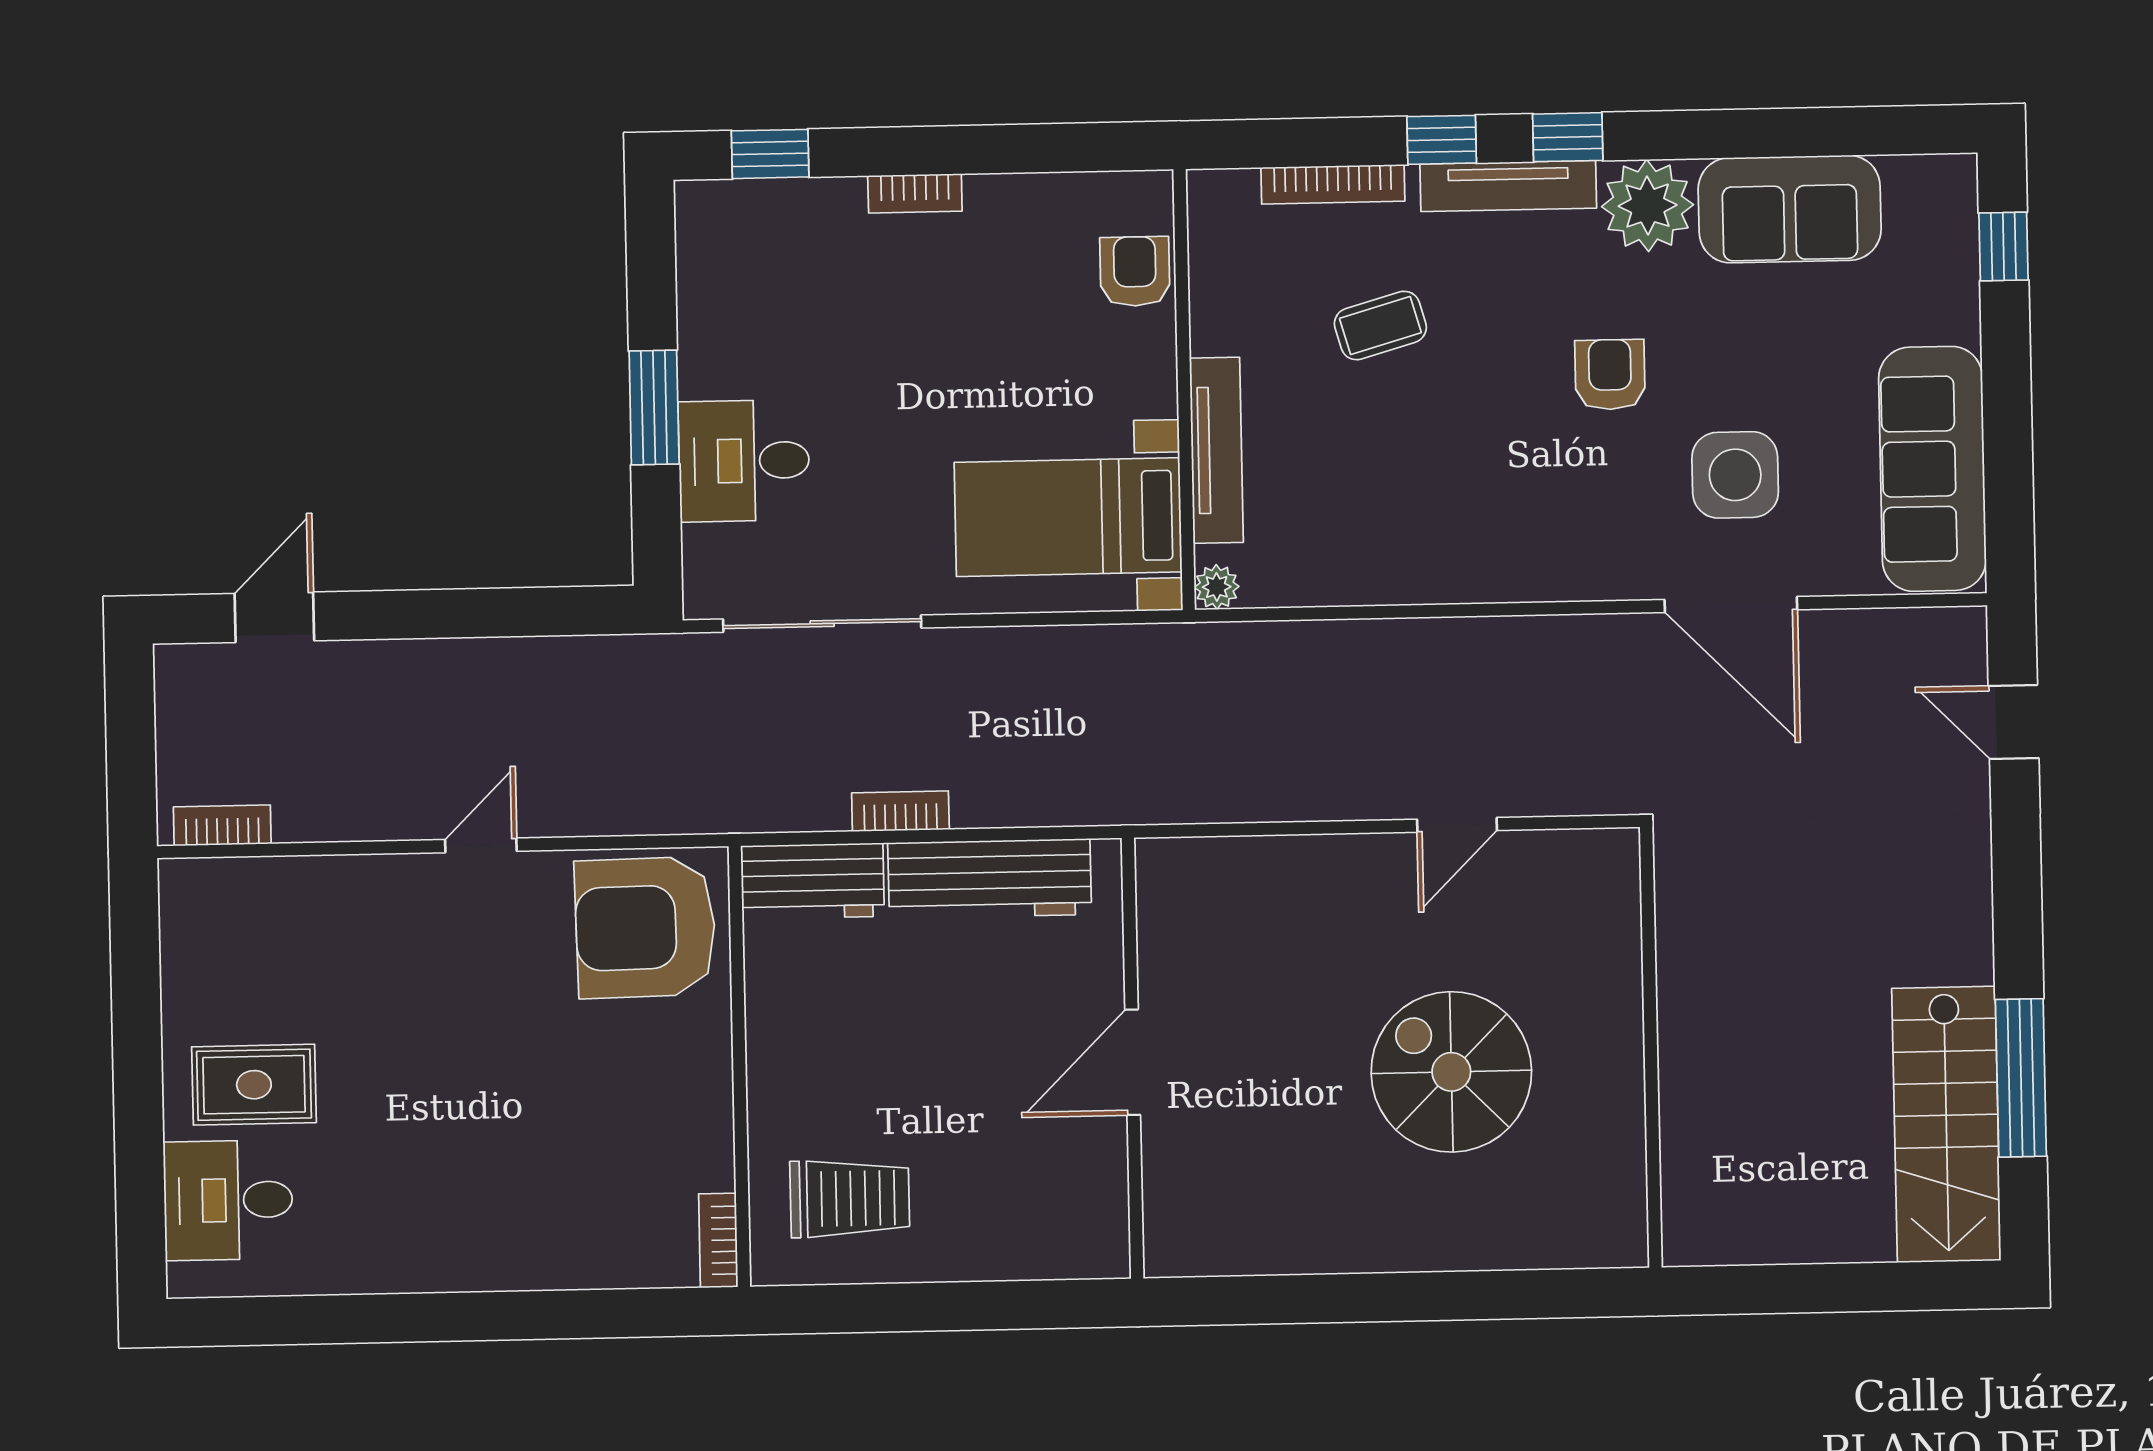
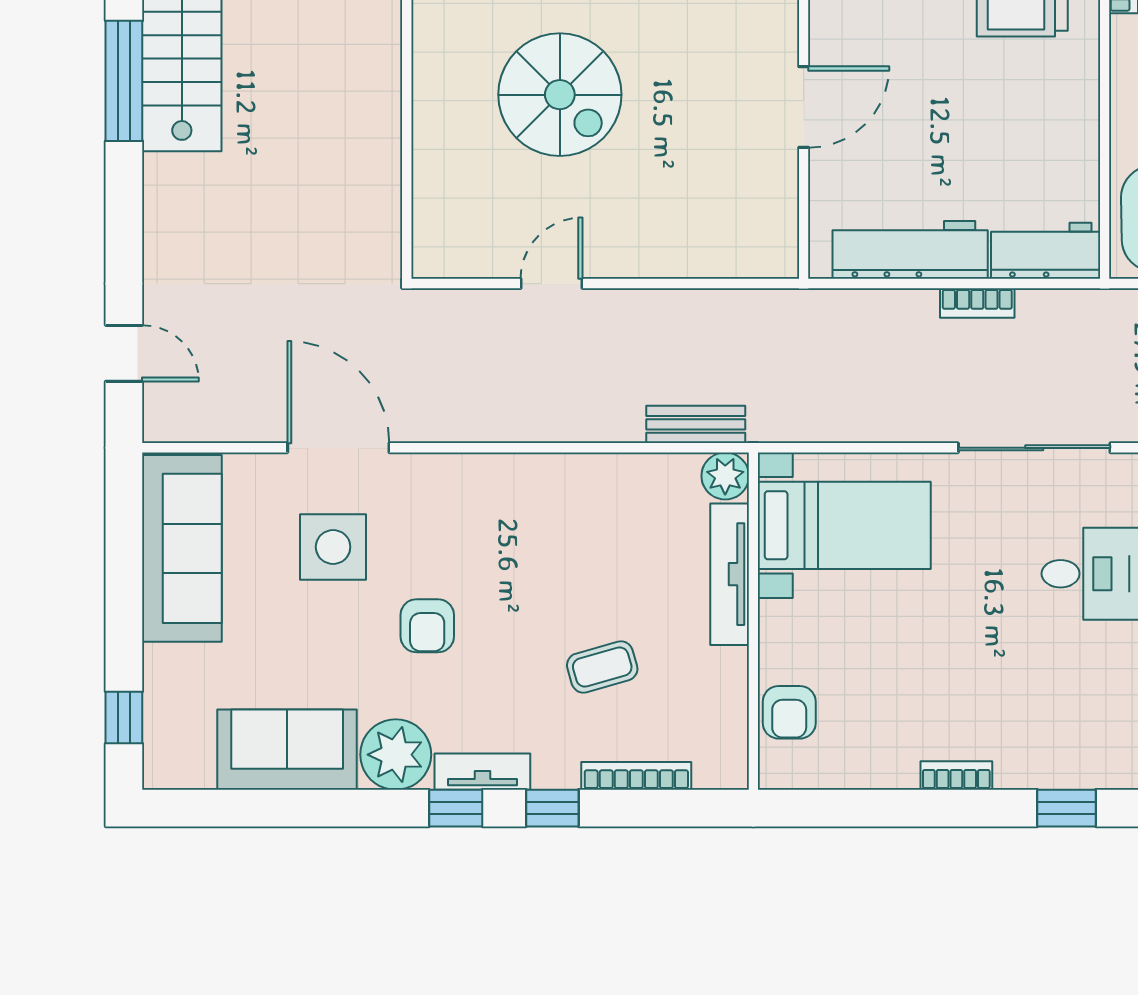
tv unit: (1508, 186) -> (482, 772), width x0.71
plant: (1217, 587) -> (725, 476), width x1.38, depth x1.38
bench: (1265, 645) -> (696, 424), added

